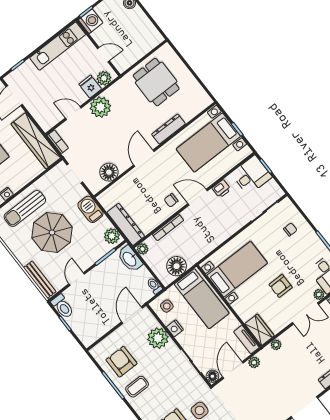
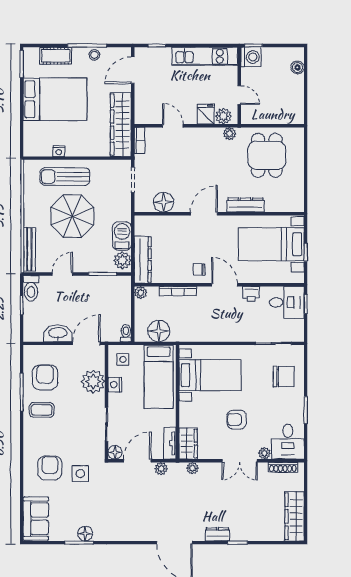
plant: (100, 107) -> (230, 134), moved, width x0.53, depth x0.53
barbecue: (90, 209) -> (122, 236), moved
chair: (290, 229) -> (284, 377), width x1.87, depth x1.87
washbasin: (130, 259) -> (58, 333), moved, turned 90

